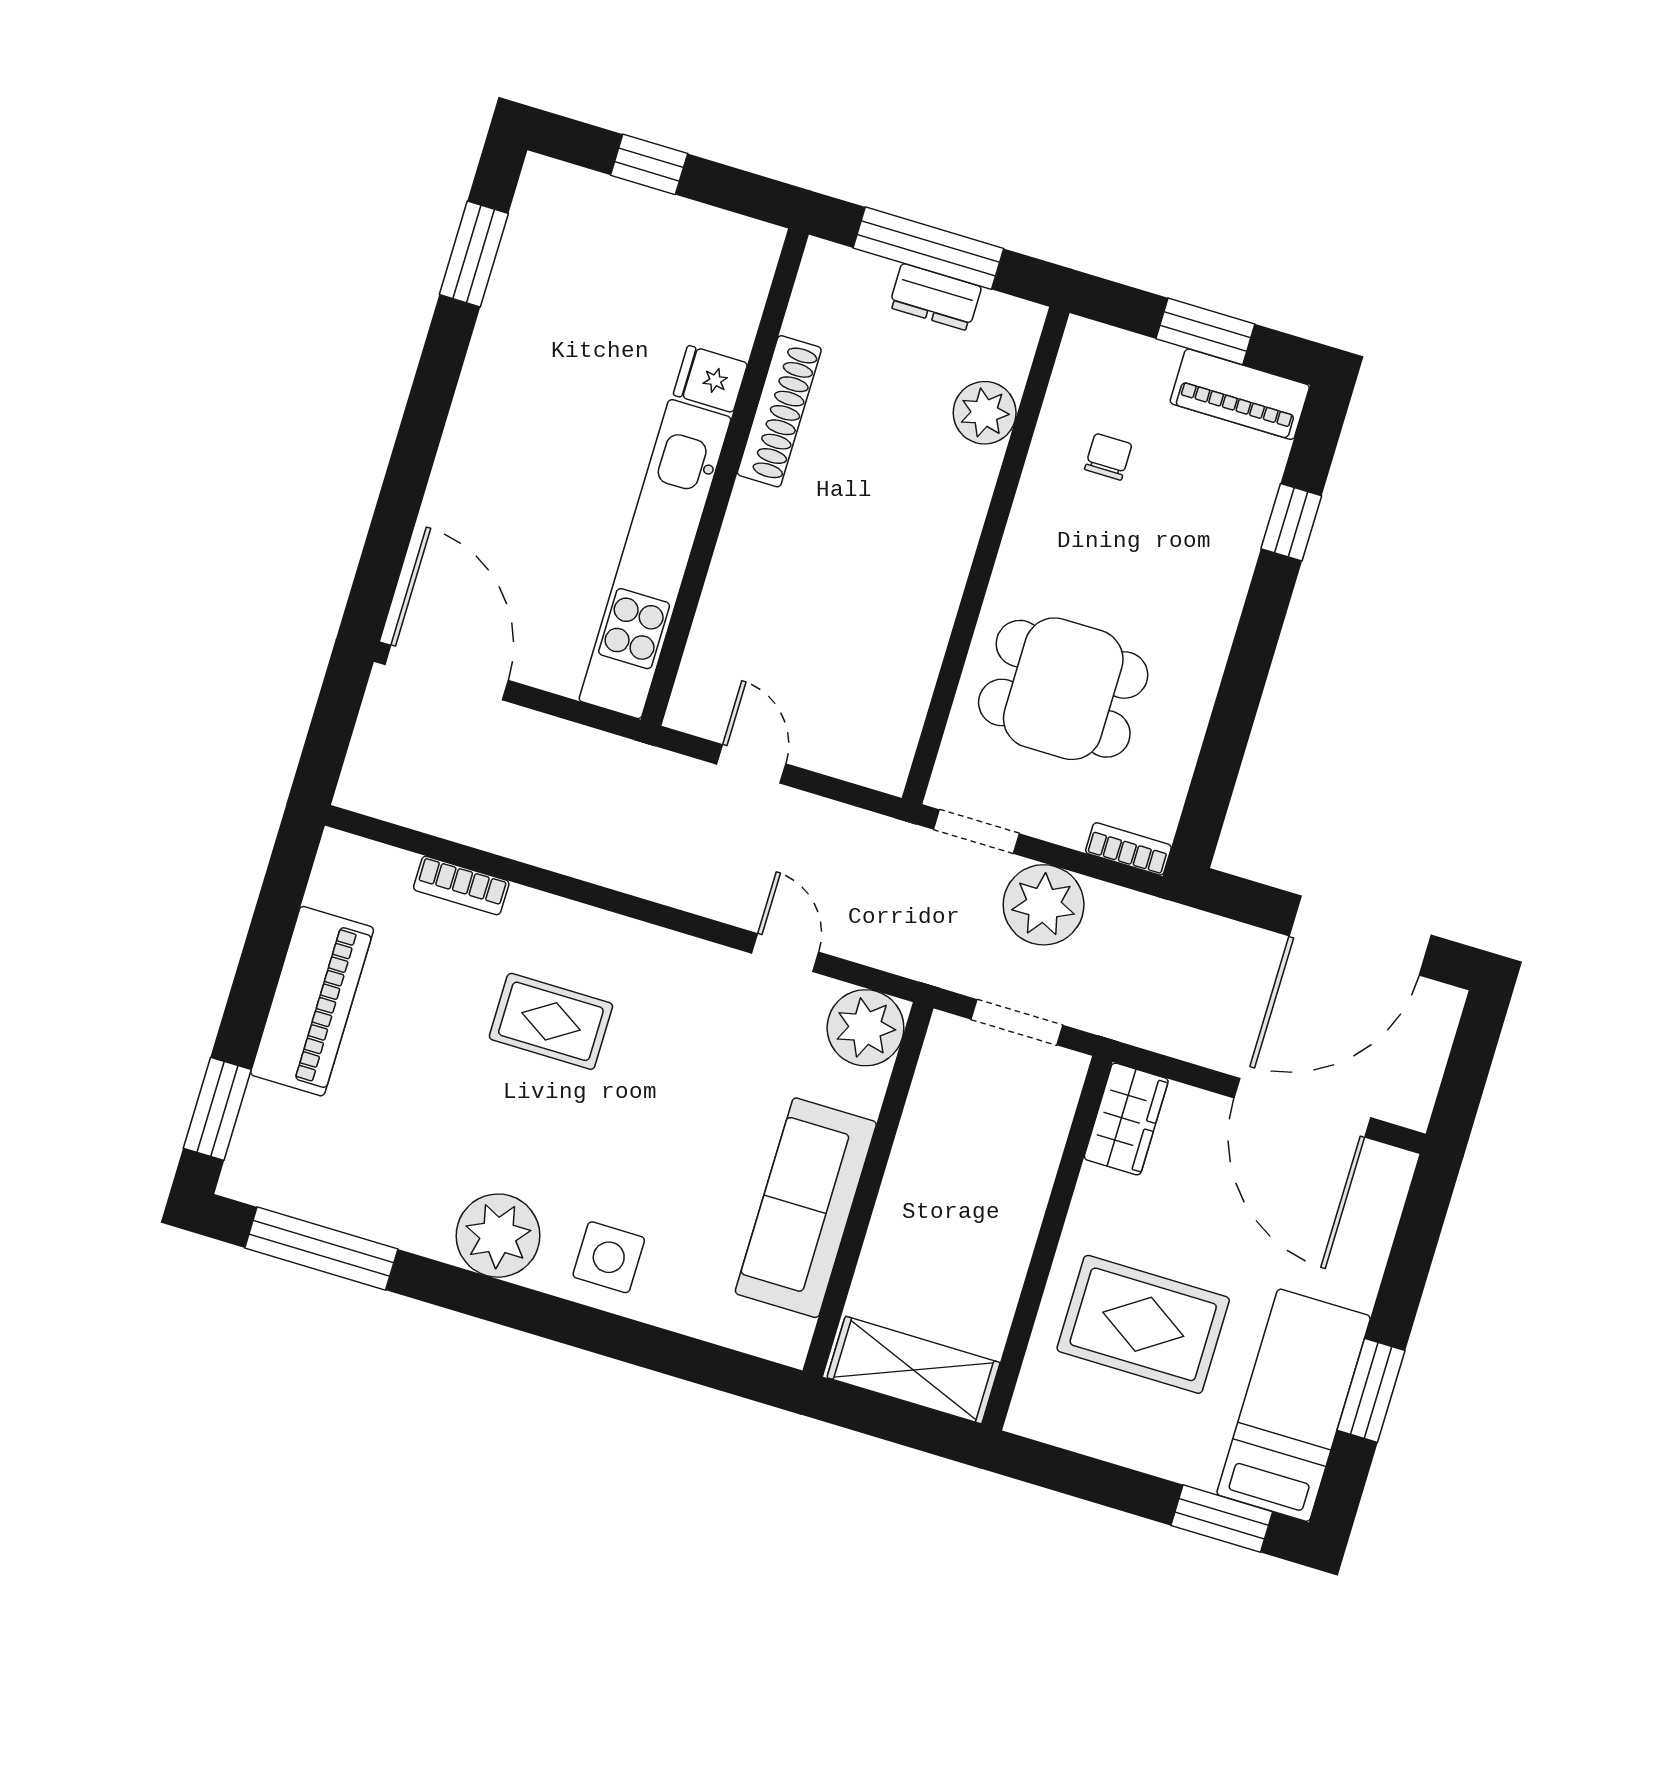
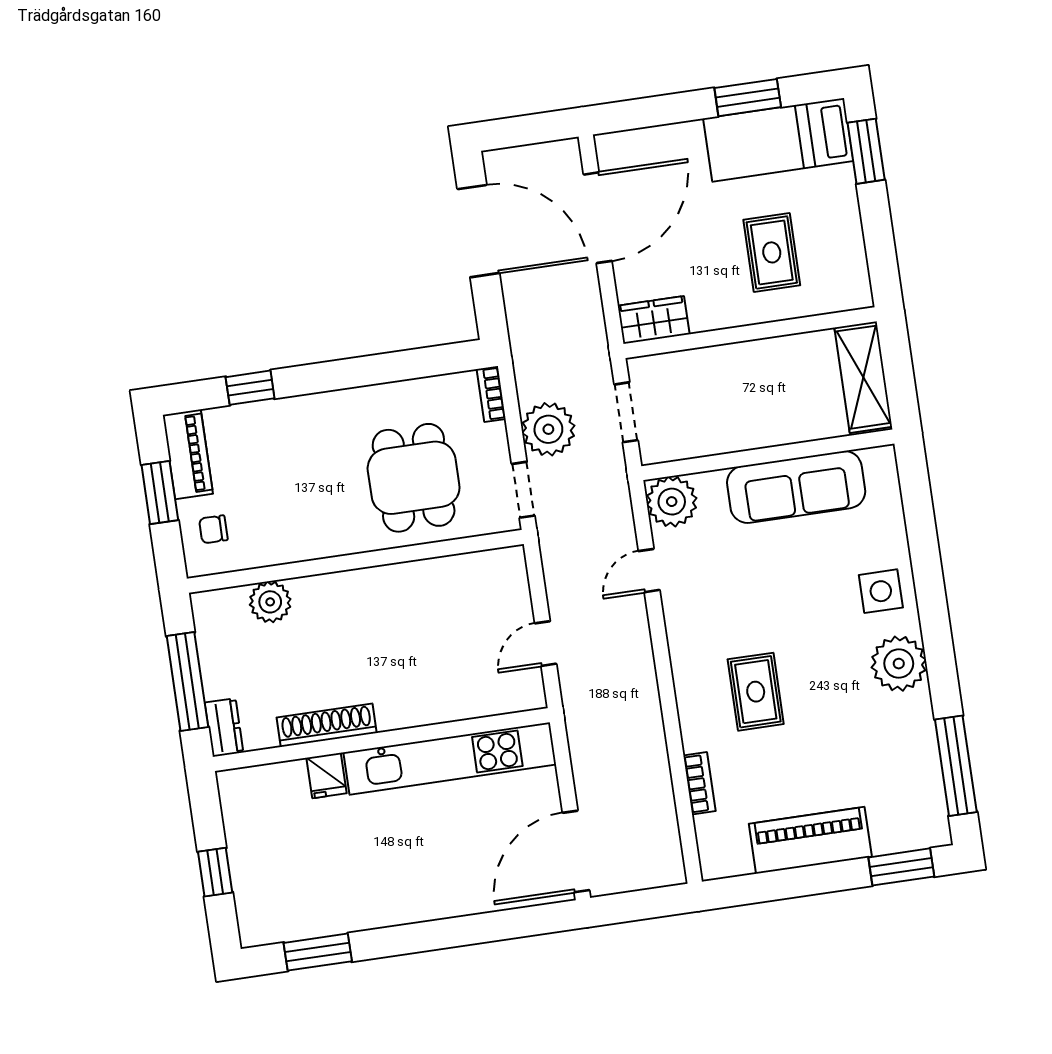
dresser: (935, 297) -> (224, 727), moved
chair: (1108, 457) -> (213, 529), moved
rug: (1143, 1324) -> (772, 252), width x0.73, depth x0.70

